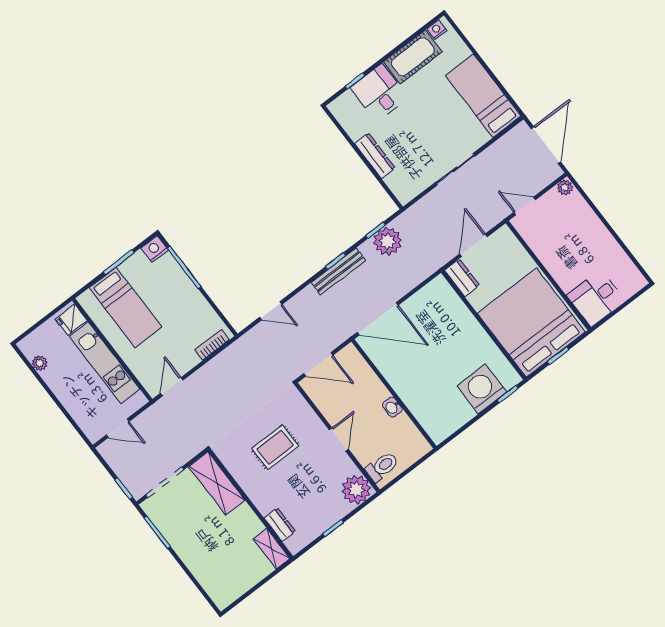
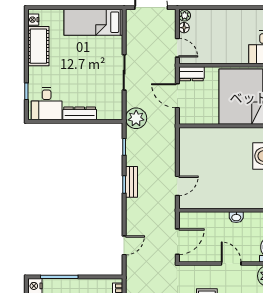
desk: (379, 93) -> (47, 104), moved, turned -90
floor lamp: (551, 197) -> (184, 28), added
door: (525, 206) -> (177, 48), swing flipped
plant: (388, 241) -> (136, 118), moved
bench: (338, 271) -> (132, 182), width x0.73
dresser: (462, 278) -> (191, 74), moved, turned 180
door: (378, 319) -> (177, 186), width x0.53

